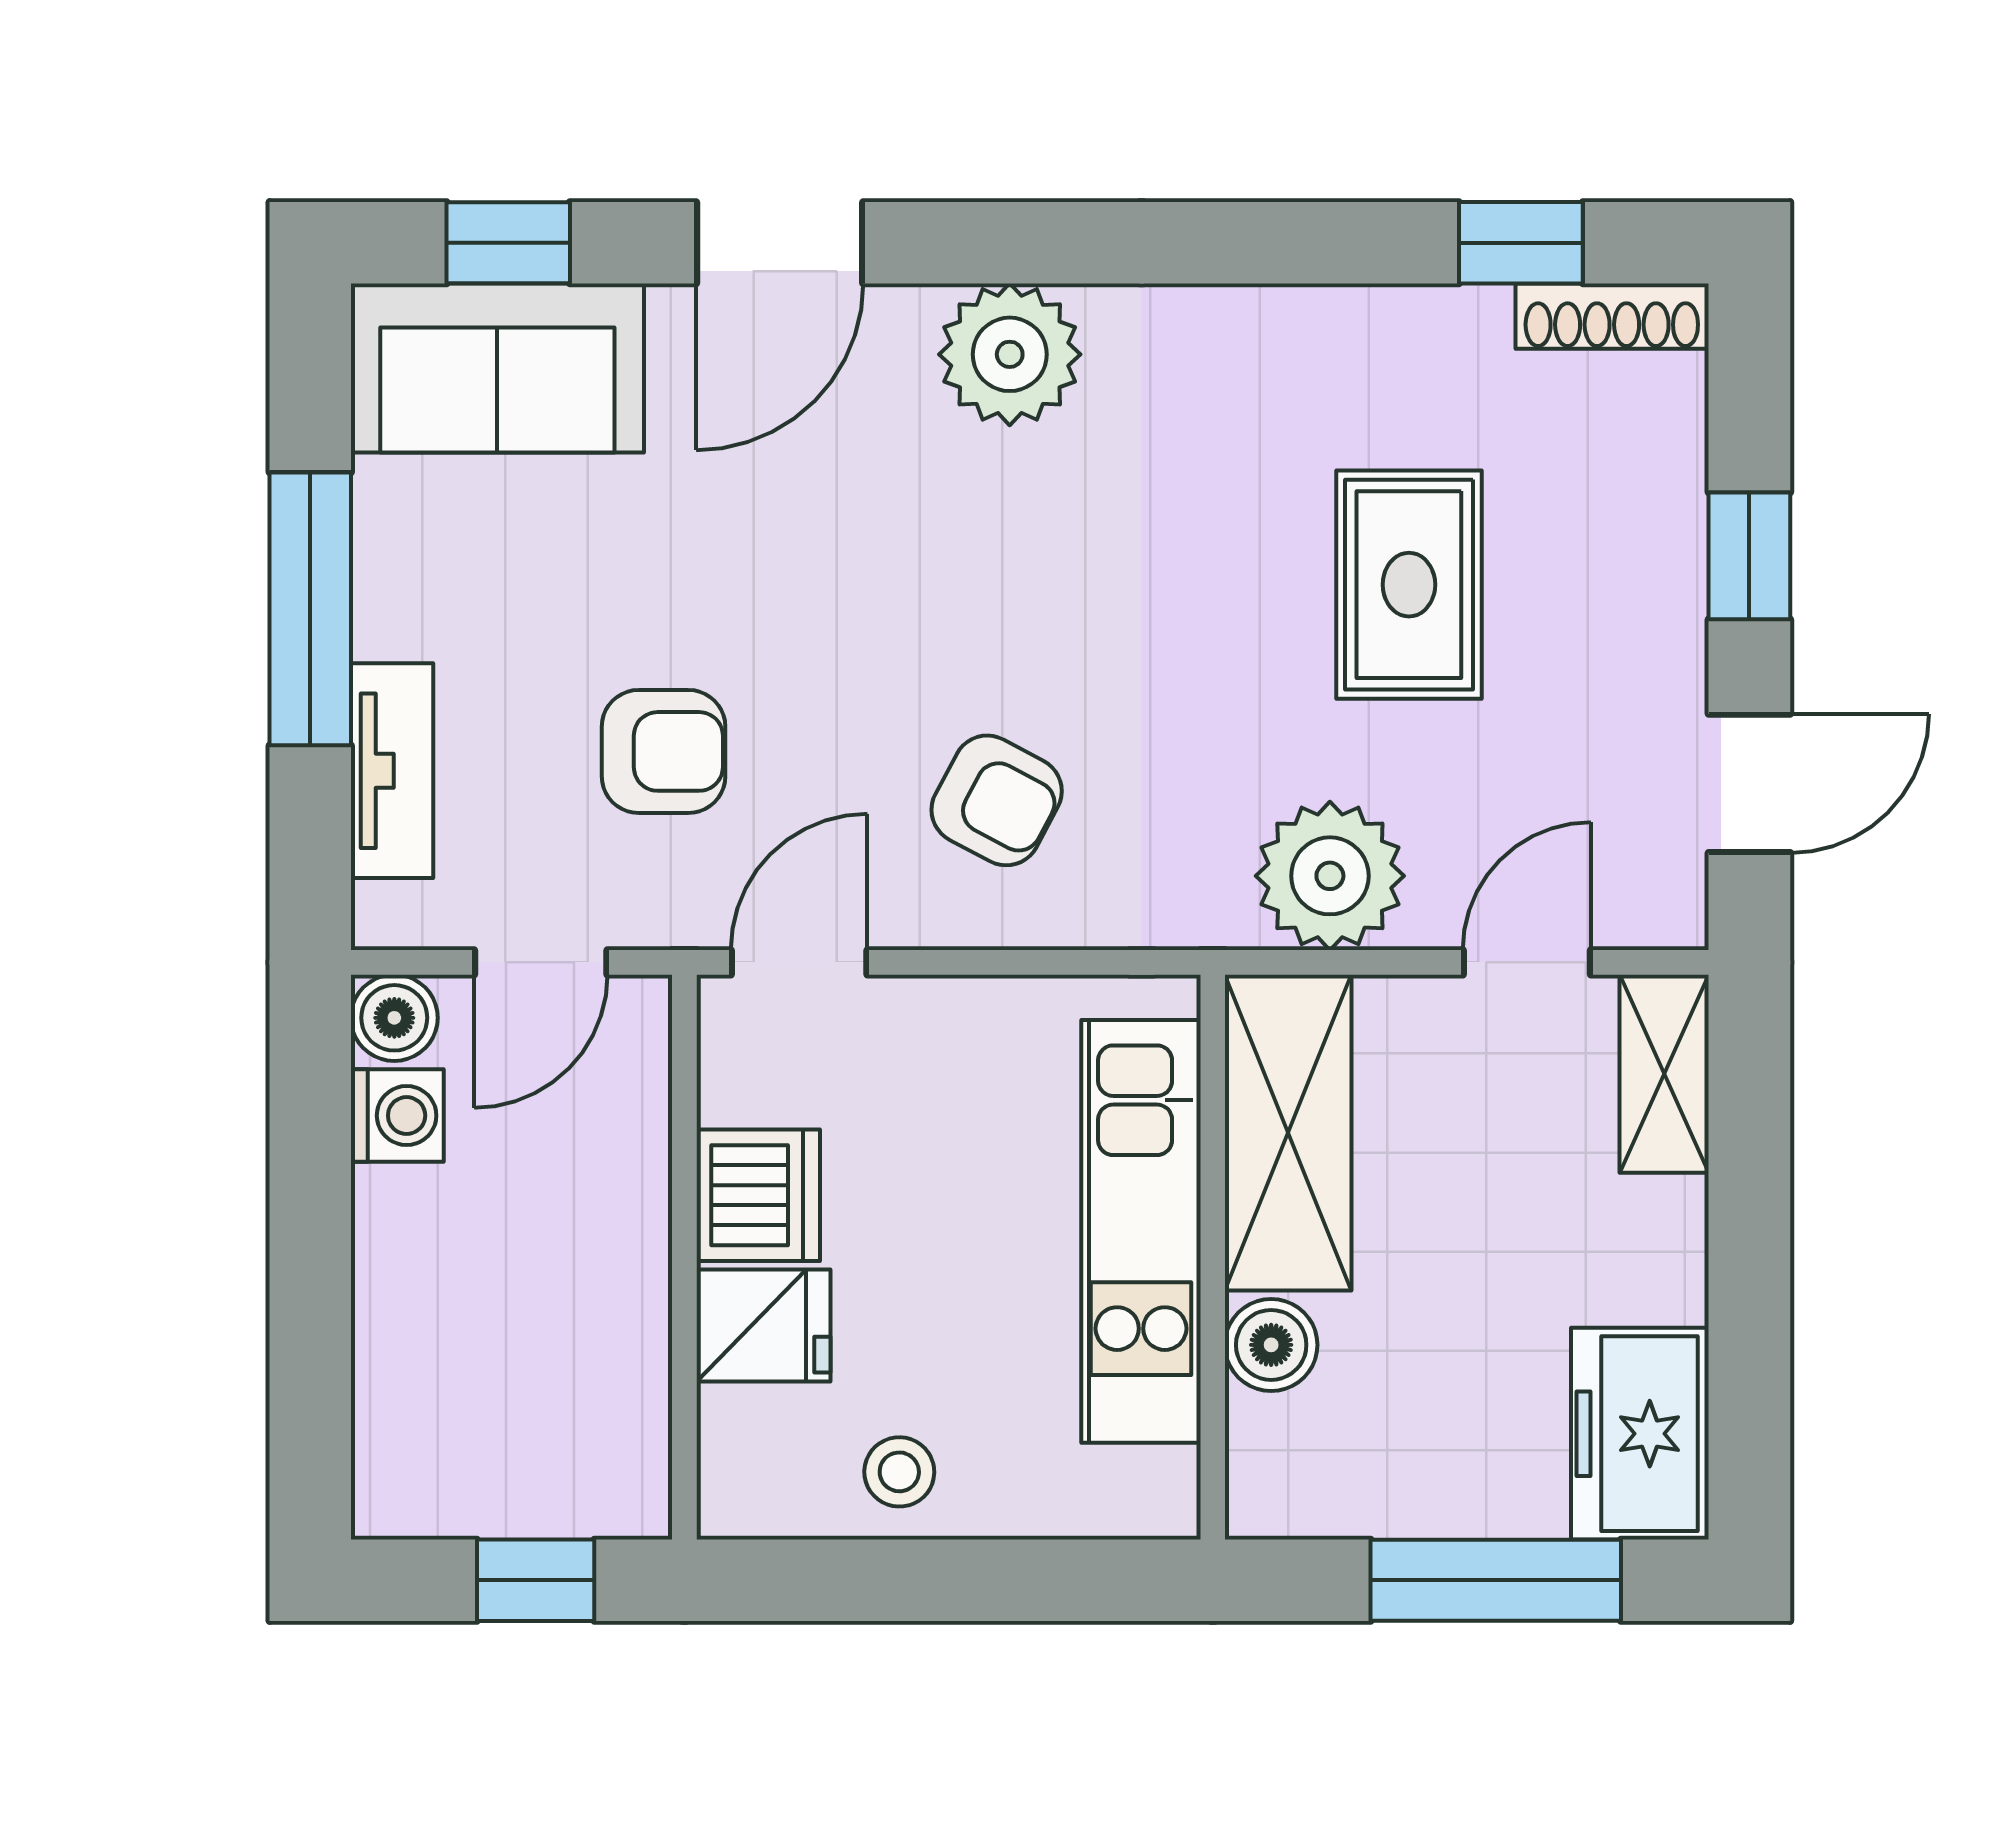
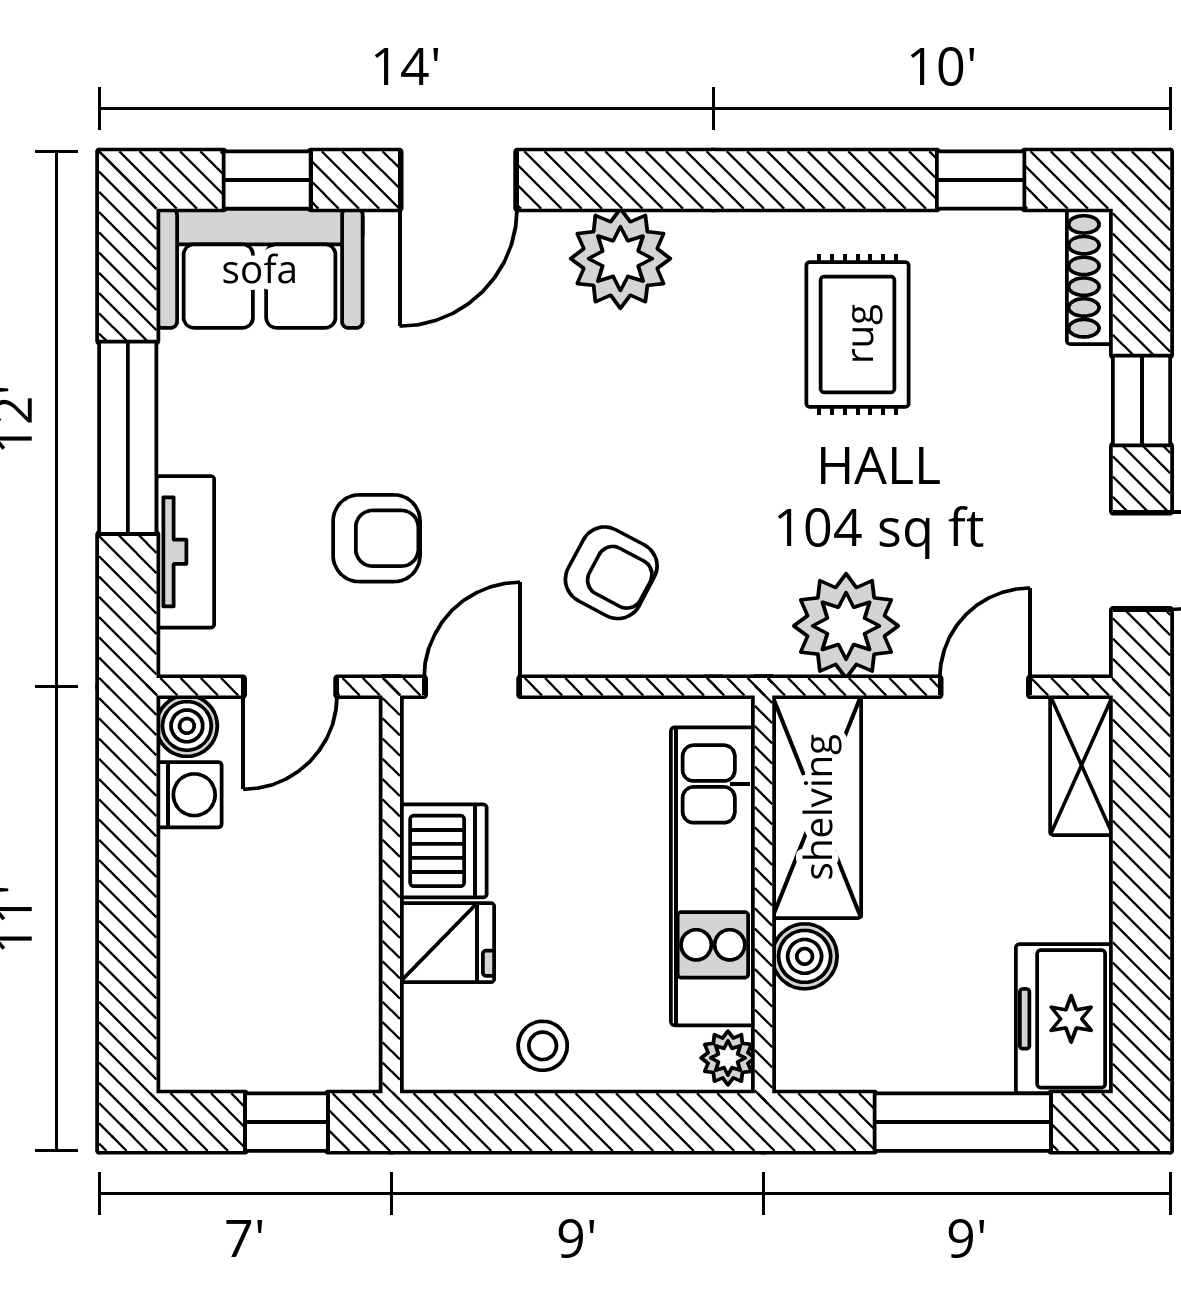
shoe rack: (1612, 316) -> (1090, 276), moved, turned 90
rug: (1409, 585) -> (858, 334), moved
plant: (1162, 1489) -> (728, 1058), added

